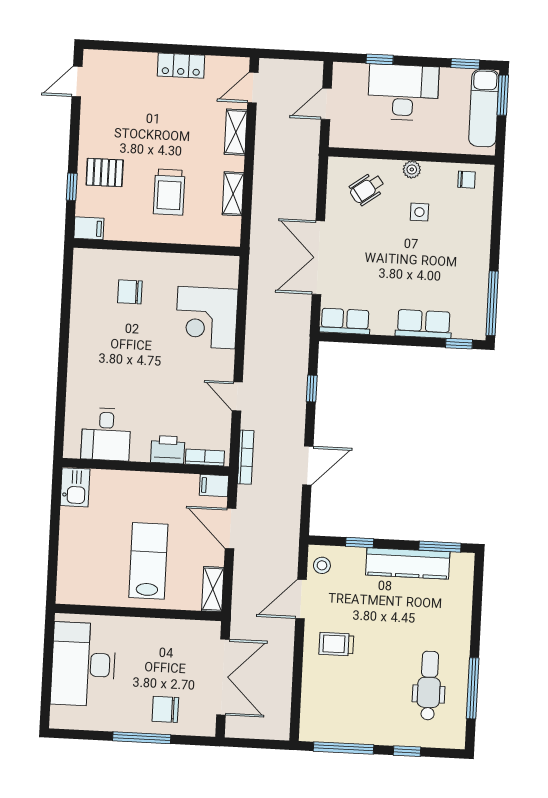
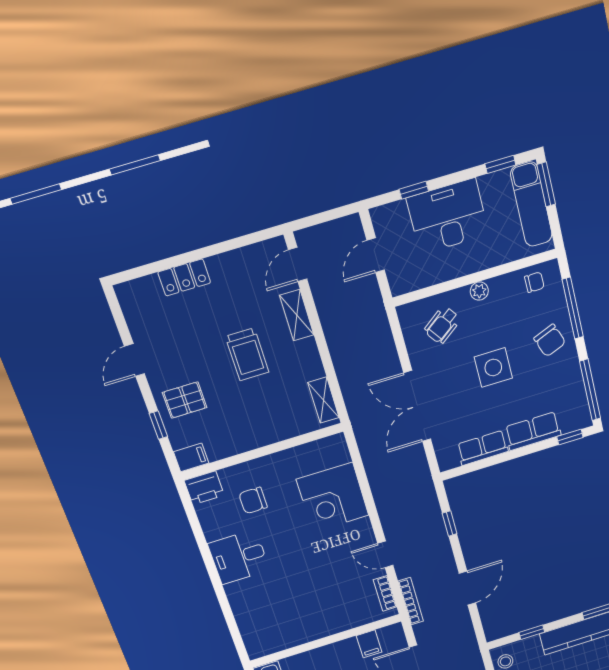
locker: (181, 66) -> (184, 277), moved
door: (77, 82) -> (135, 360), moved
trolley: (169, 192) -> (247, 354), moved
shelving: (233, 194) -> (323, 400), moved
side table: (419, 212) -> (493, 368), moved, width x1.87, depth x1.87
window: (497, 217) -> (573, 308), added
chair: (466, 240) -> (550, 340), added
row of seats: (345, 321) -> (483, 448), moved
desk: (106, 434) -> (239, 557), moved, turned 90
printer: (168, 450) -> (204, 488), moved, turned 180
bookcase: (205, 457) -> (385, 593), moved, turned -90
filing cabinet: (214, 486) -> (369, 644), moved, turned -90

